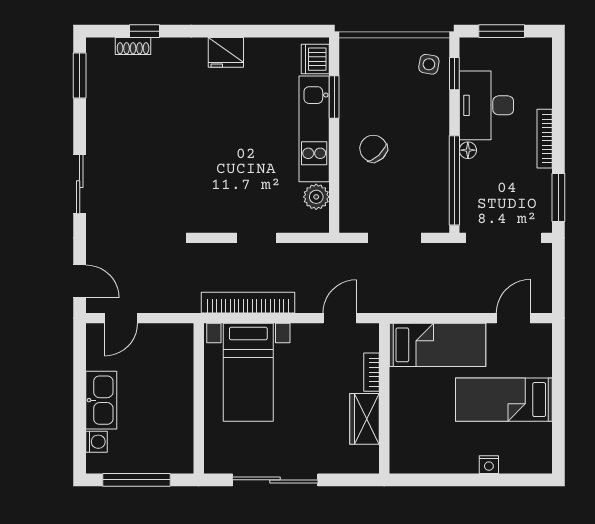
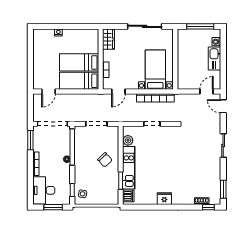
window: (145, 31) -> (208, 207), moved
desk: (486, 105) -> (44, 190), moved, turned 180
bed: (504, 400) -> (79, 62), moved, turned 180
wardrobe: (364, 419) -> (108, 39), moved

